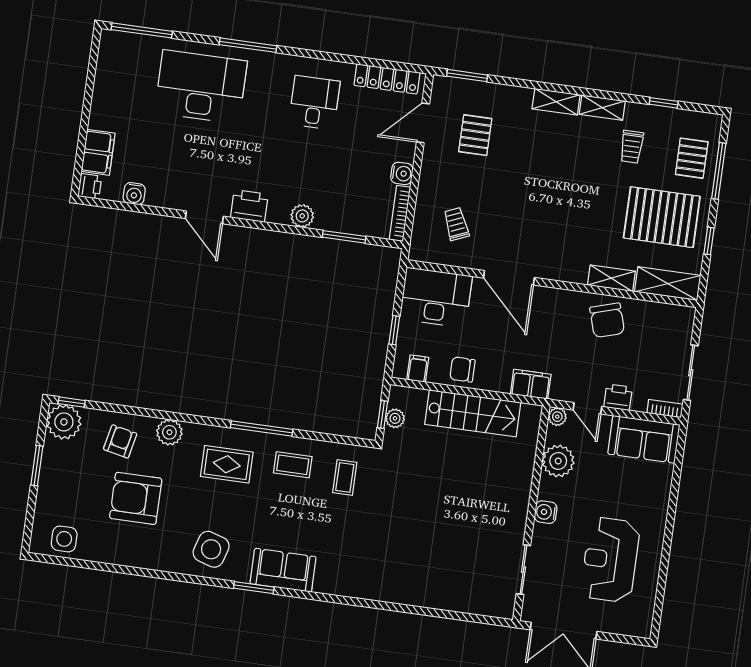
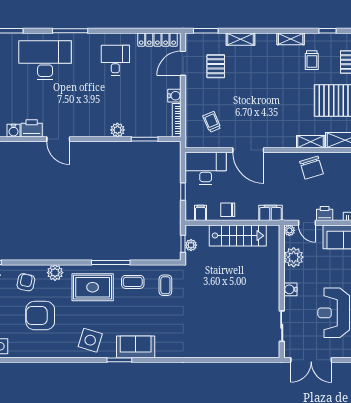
shelving: (556, 102) -> (240, 39), moved
printer: (249, 206) -> (32, 128), moved
rug: (227, 464) -> (93, 287), width x1.36, depth x1.43

